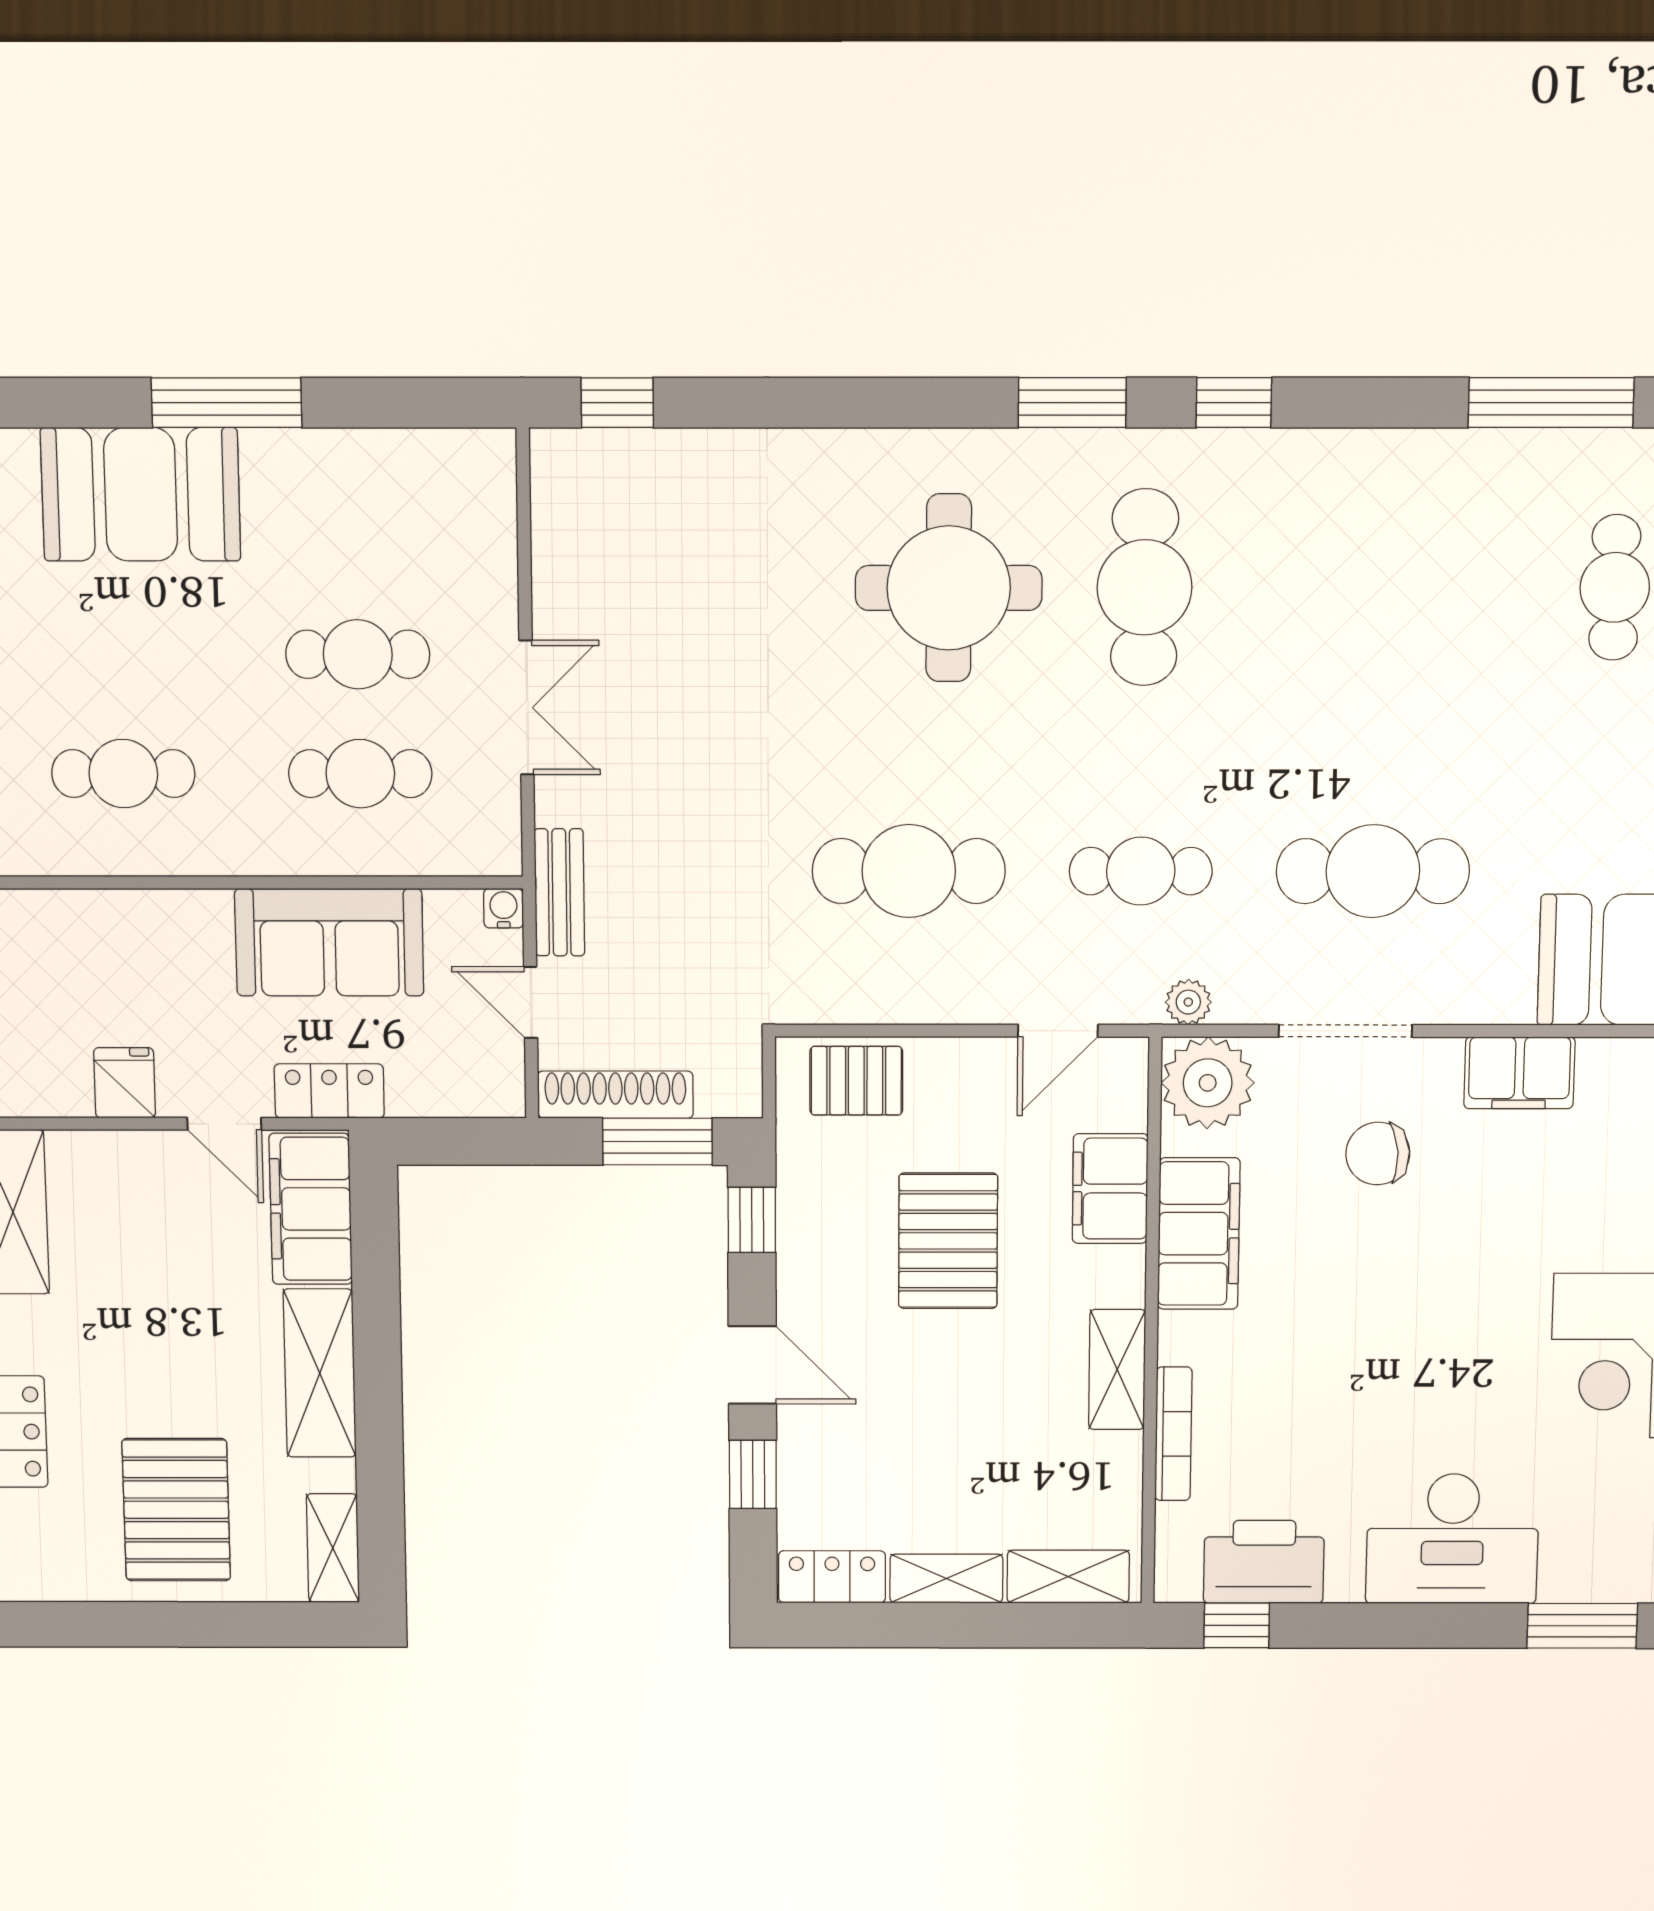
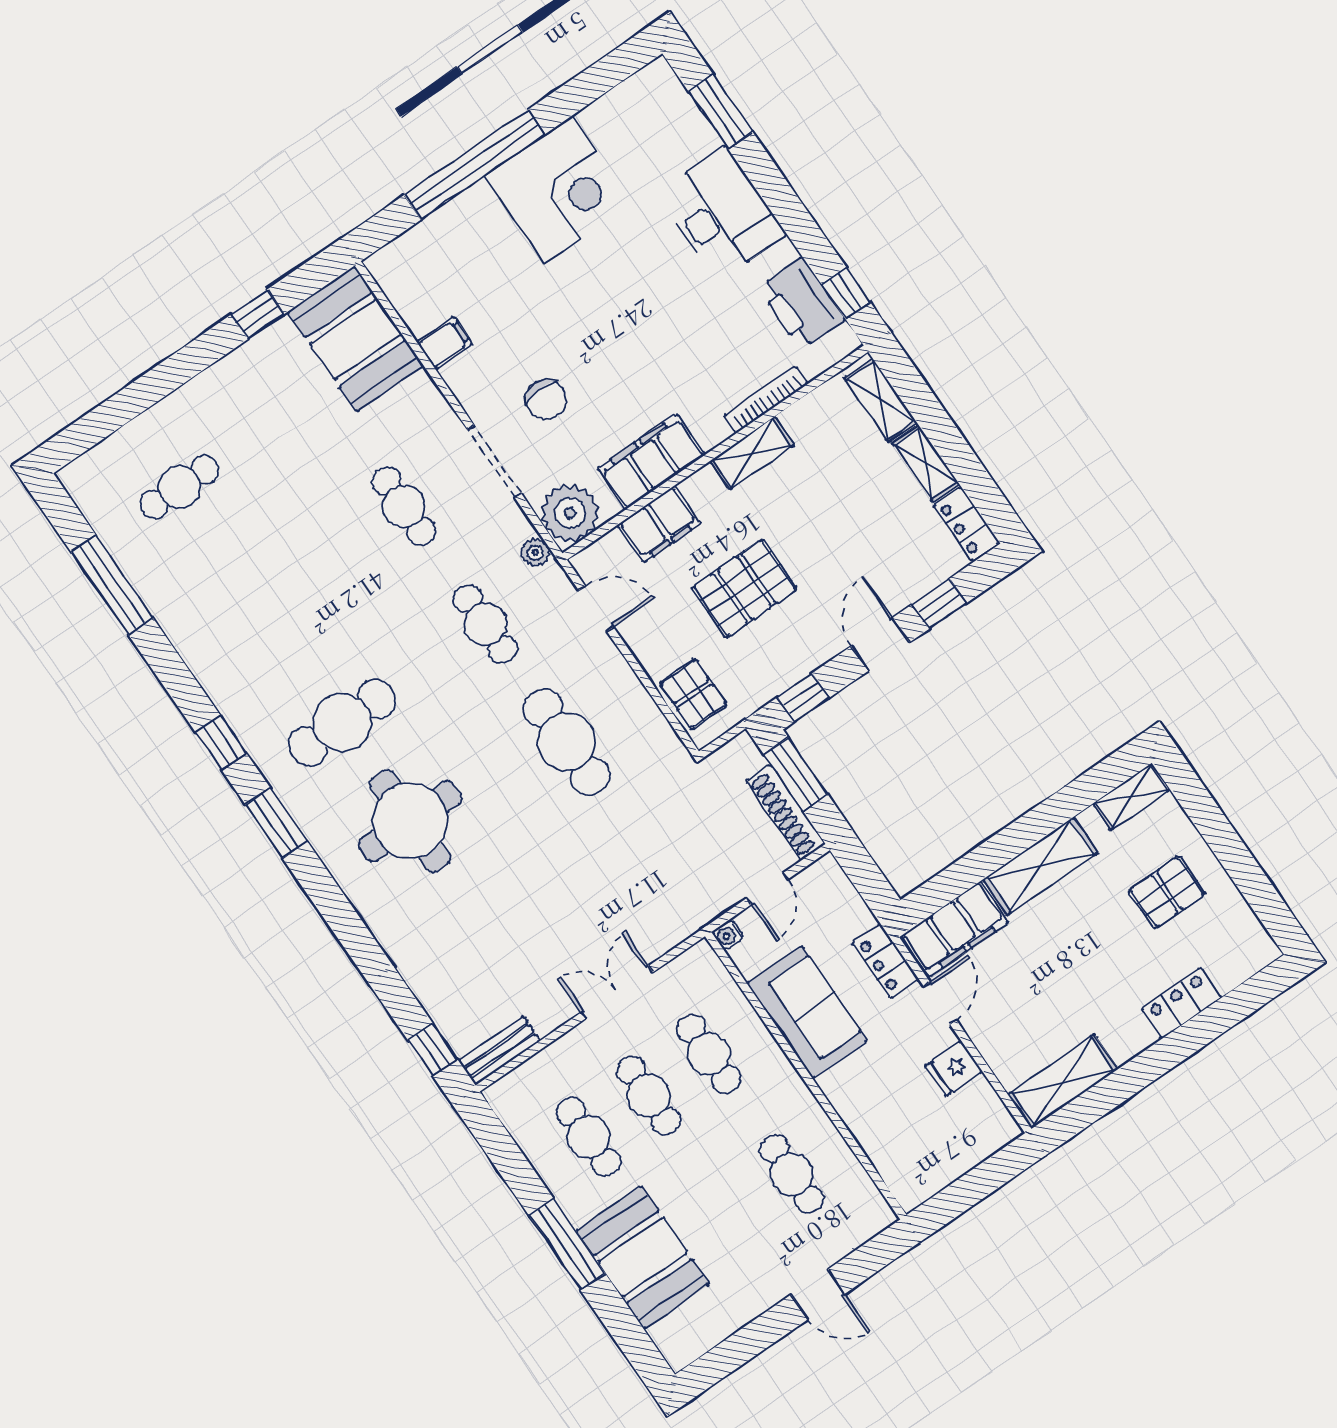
cafe table: (355, 534) -> (588, 1137), added
cafe table: (1373, 871) -> (404, 506), width x0.73, depth x0.74
bench: (559, 892) -> (499, 1051), moved
filing cabinet: (1519, 1073) -> (445, 343), width x0.50
pallet: (176, 1510) -> (1167, 892), width x0.67, depth x0.71

